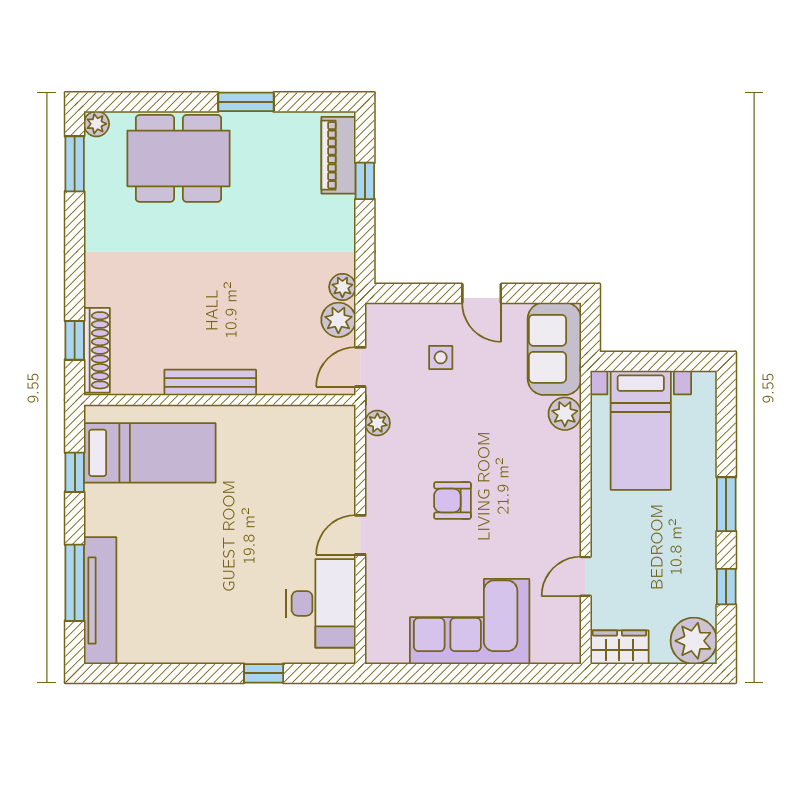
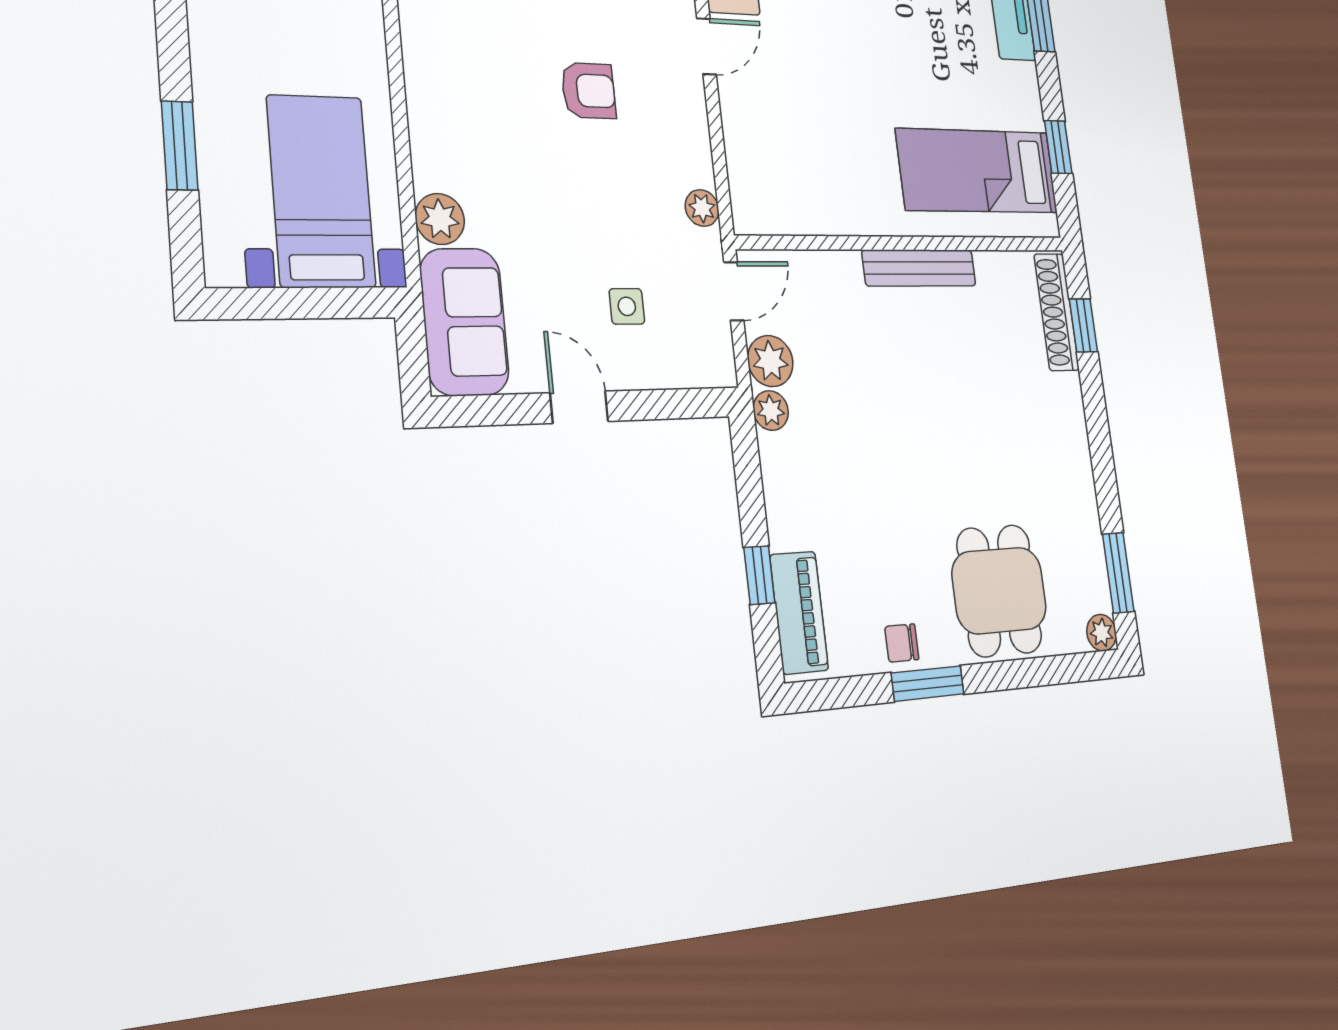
chair: (262, 130) -> (902, 643), added
dining table: (178, 158) -> (999, 591), width x0.73
window: (726, 504) -> (180, 146), moved

